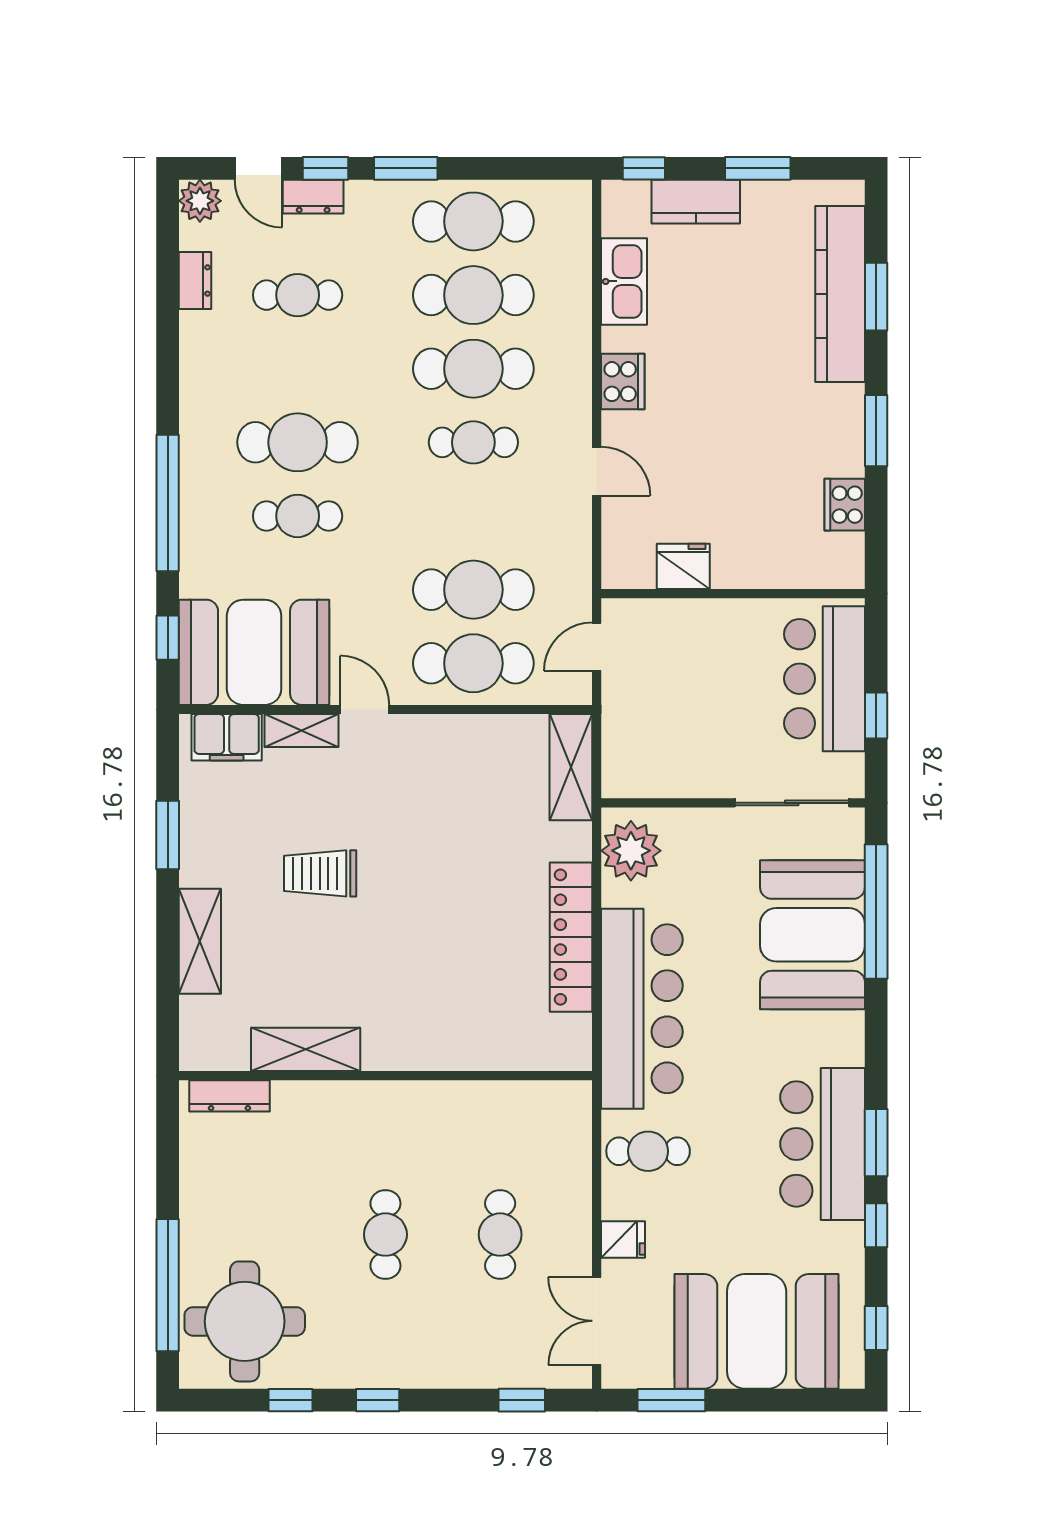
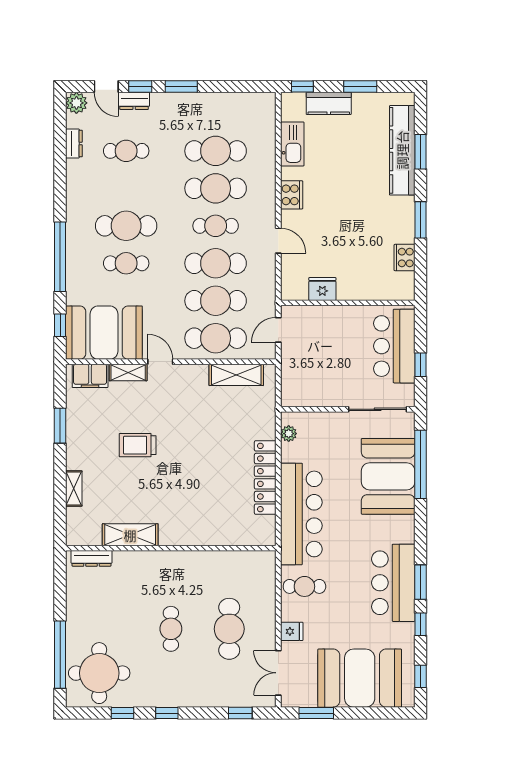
cafe table: (473, 221) -> (216, 263), moved
shelving: (571, 767) -> (236, 375), moved, turned 90
plant: (631, 851) -> (289, 434), width x0.53, depth x0.53
shelving: (200, 941) -> (74, 489), width x0.67, depth x0.75
cafe table: (500, 1235) -> (229, 629), width x1.37, depth x1.35

